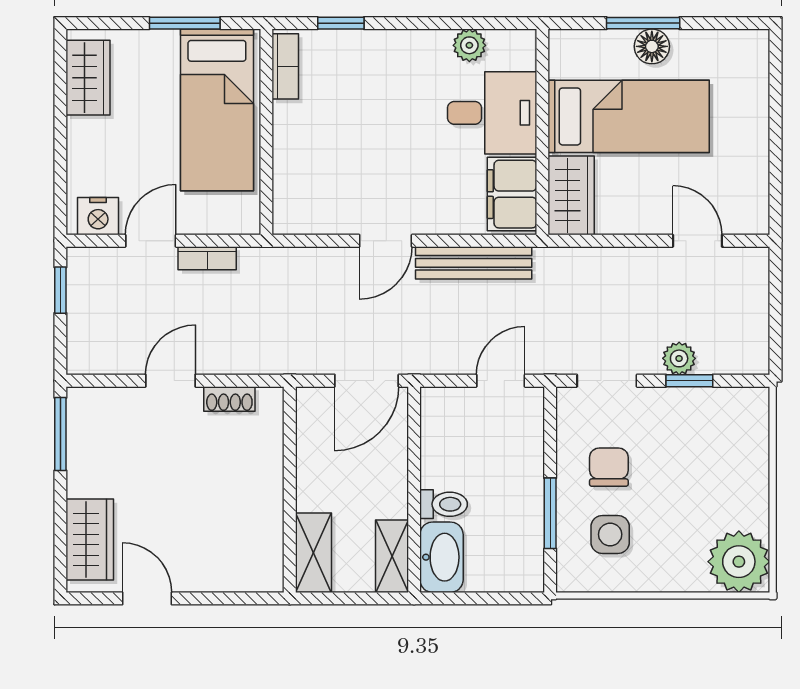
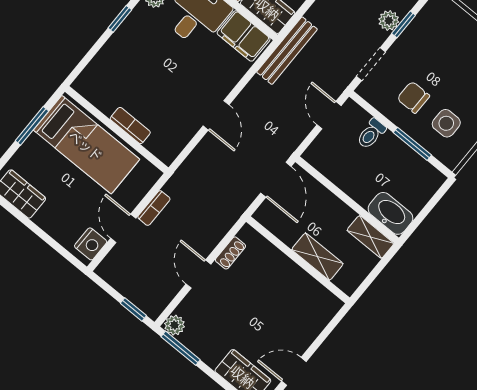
window: (341, 23) -> (120, 19), moved
bookcase: (285, 66) -> (130, 126), moved
bench: (474, 263) -> (287, 51), moved
window: (60, 290) -> (133, 309), moved
plant: (83, 403) -> (174, 325), added
toilet: (444, 504) -> (371, 134), moved, turned 180
shelving: (313, 553) -> (317, 257), moved

